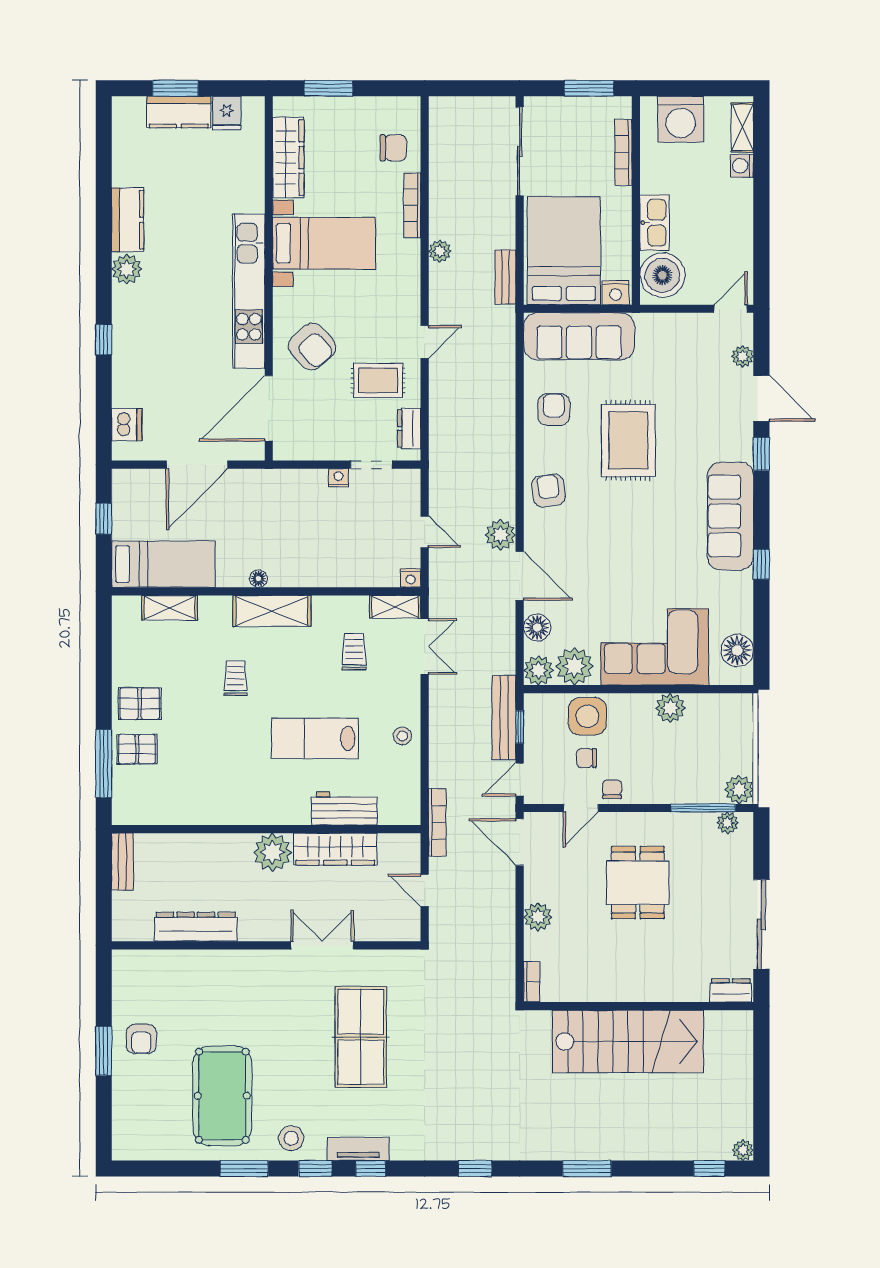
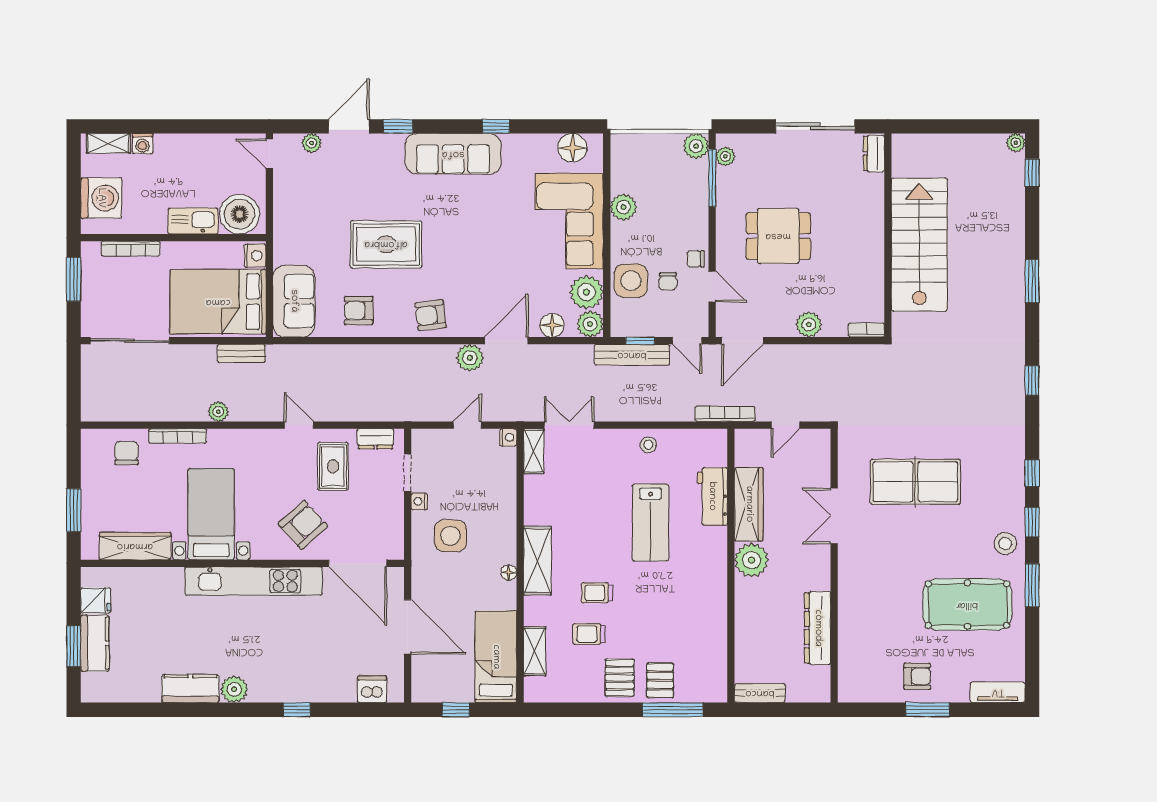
sofa: (579, 336) -> (294, 301), width x0.73
side table: (300, 513) -> (450, 536), added
trolley: (354, 652) -> (589, 634), moved
tv unit: (358, 1149) -> (998, 692), moved, turned 90

